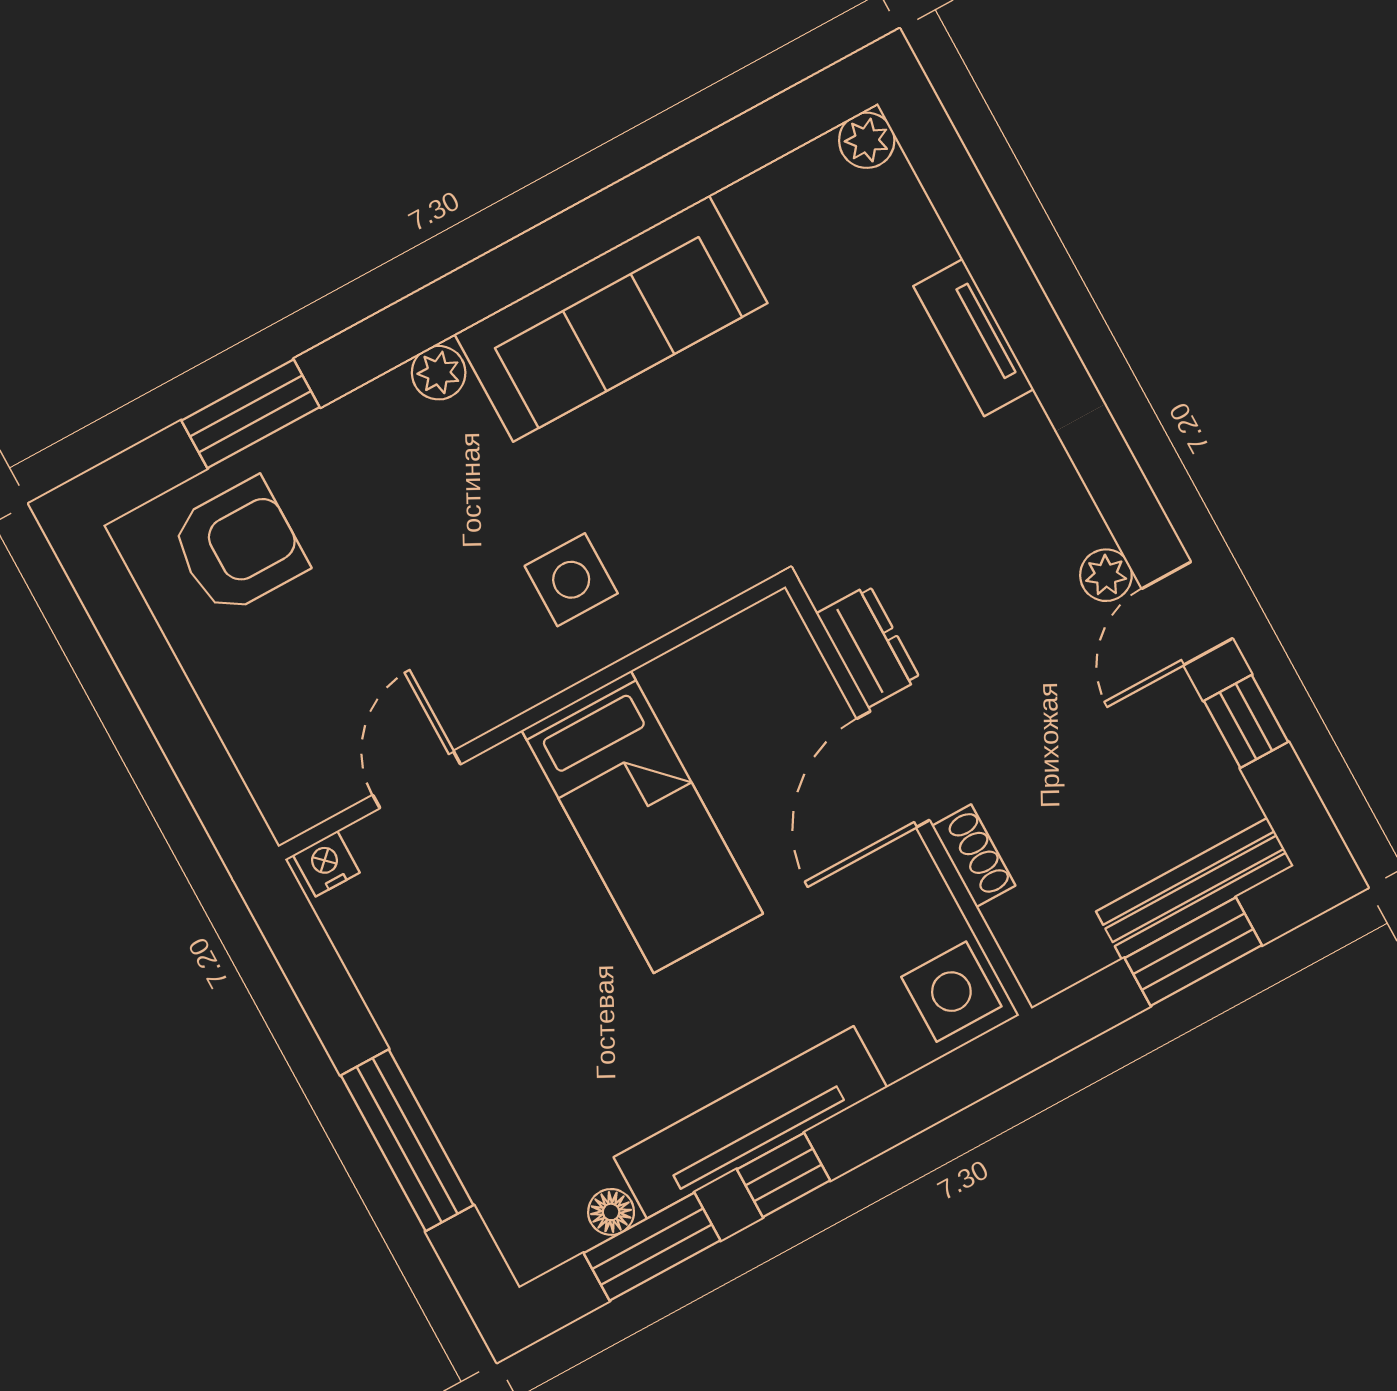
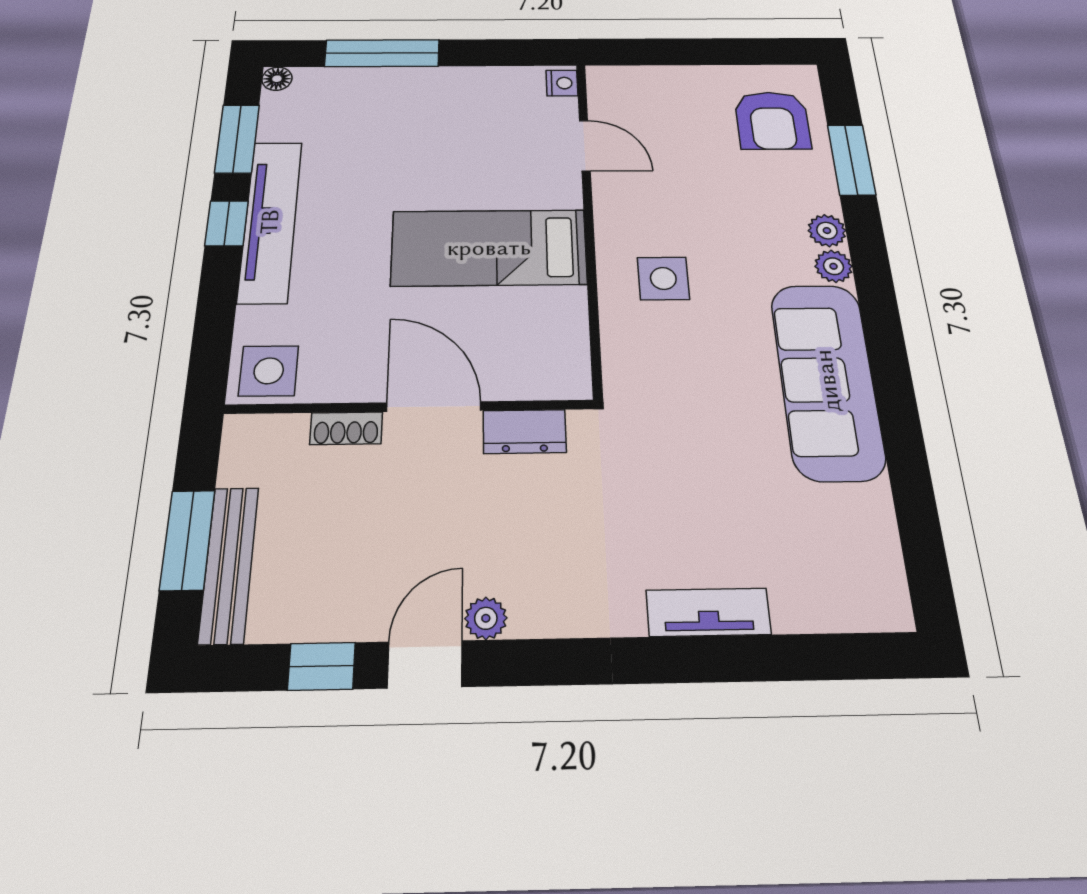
plant: (867, 140) -> (827, 231), moved
door: (1187, 613) -> (425, 664), hinge flipped
floor lamp: (611, 1212) -> (277, 79), moved

